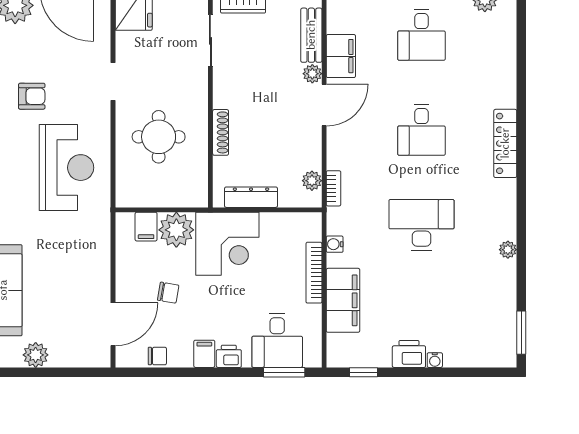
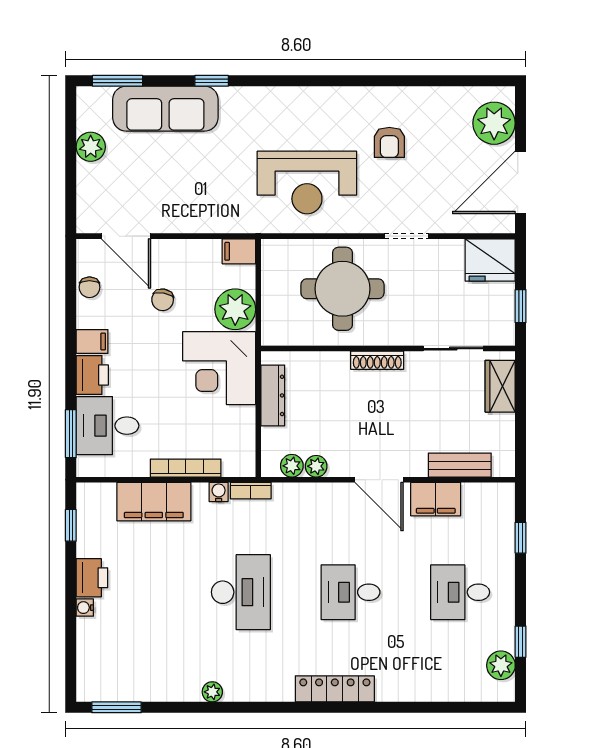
plant: (312, 74) -> (316, 466), moved
shoe rack: (221, 132) -> (377, 360), moved
round table: (159, 137) -> (342, 289), width x1.36, depth x1.36
bookcase: (333, 188) -> (251, 491), moved
filing cabinet: (146, 227) -> (239, 251), moved
printer: (229, 356) -> (92, 375), width x1.36, depth x1.24

